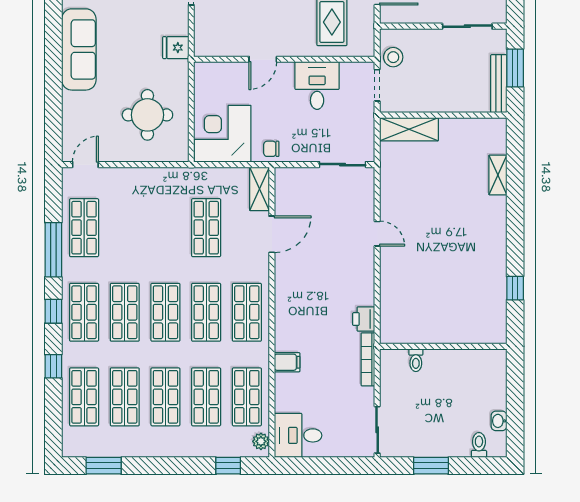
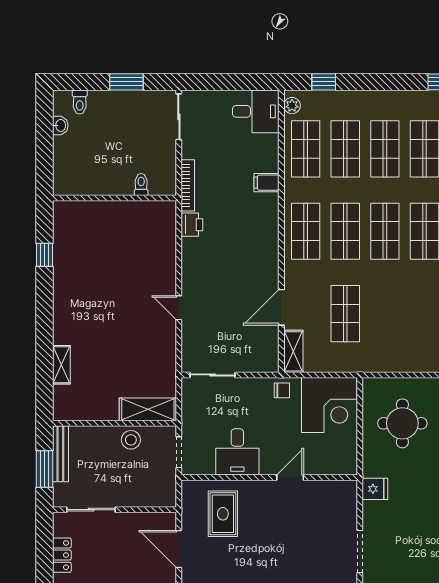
stool: (393, 57) -> (131, 440), moved

